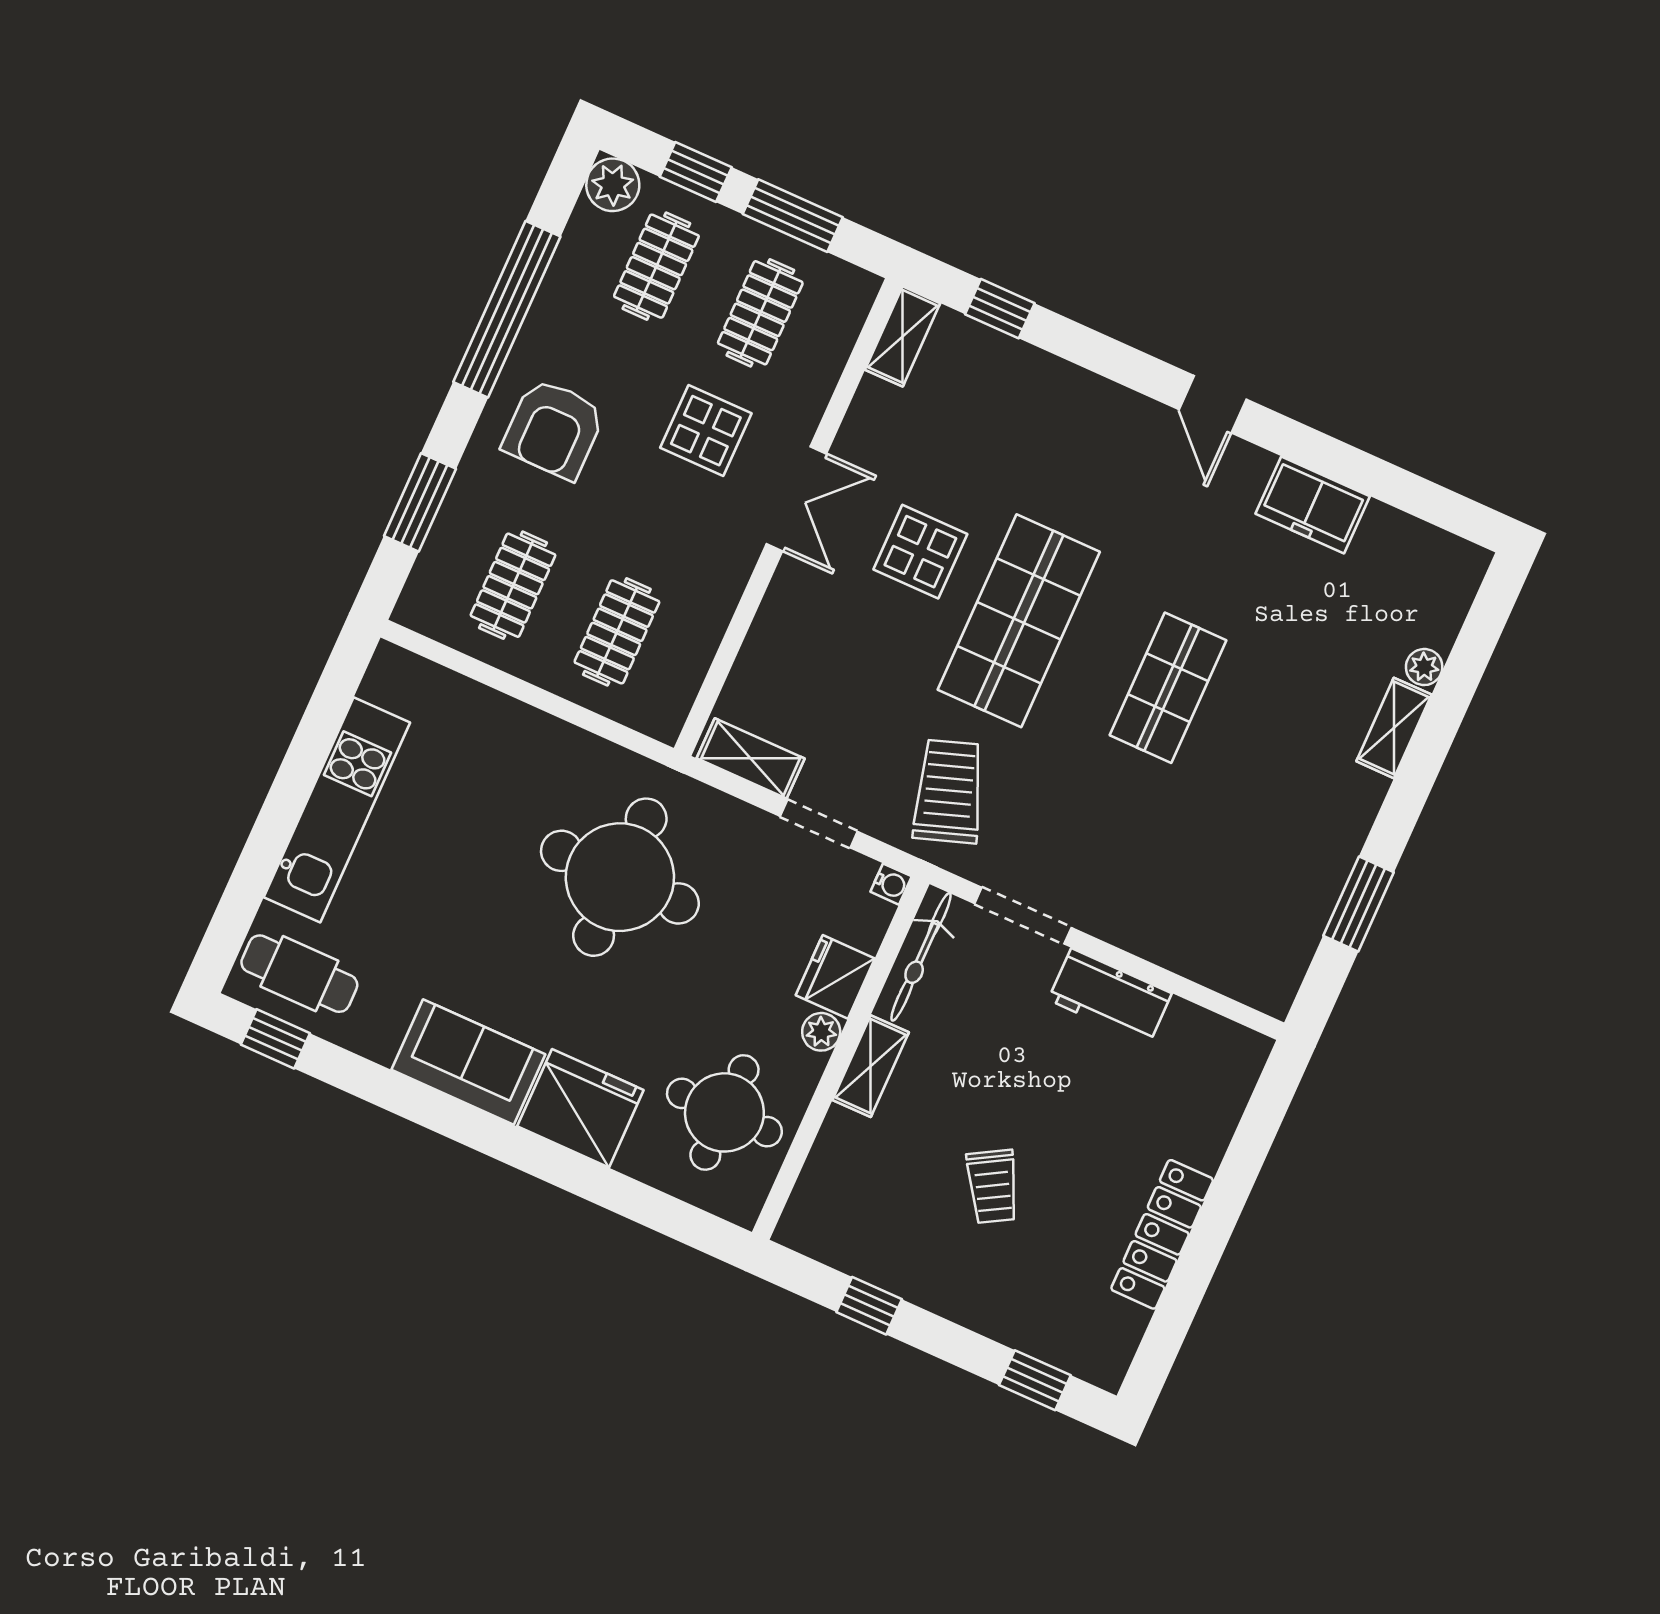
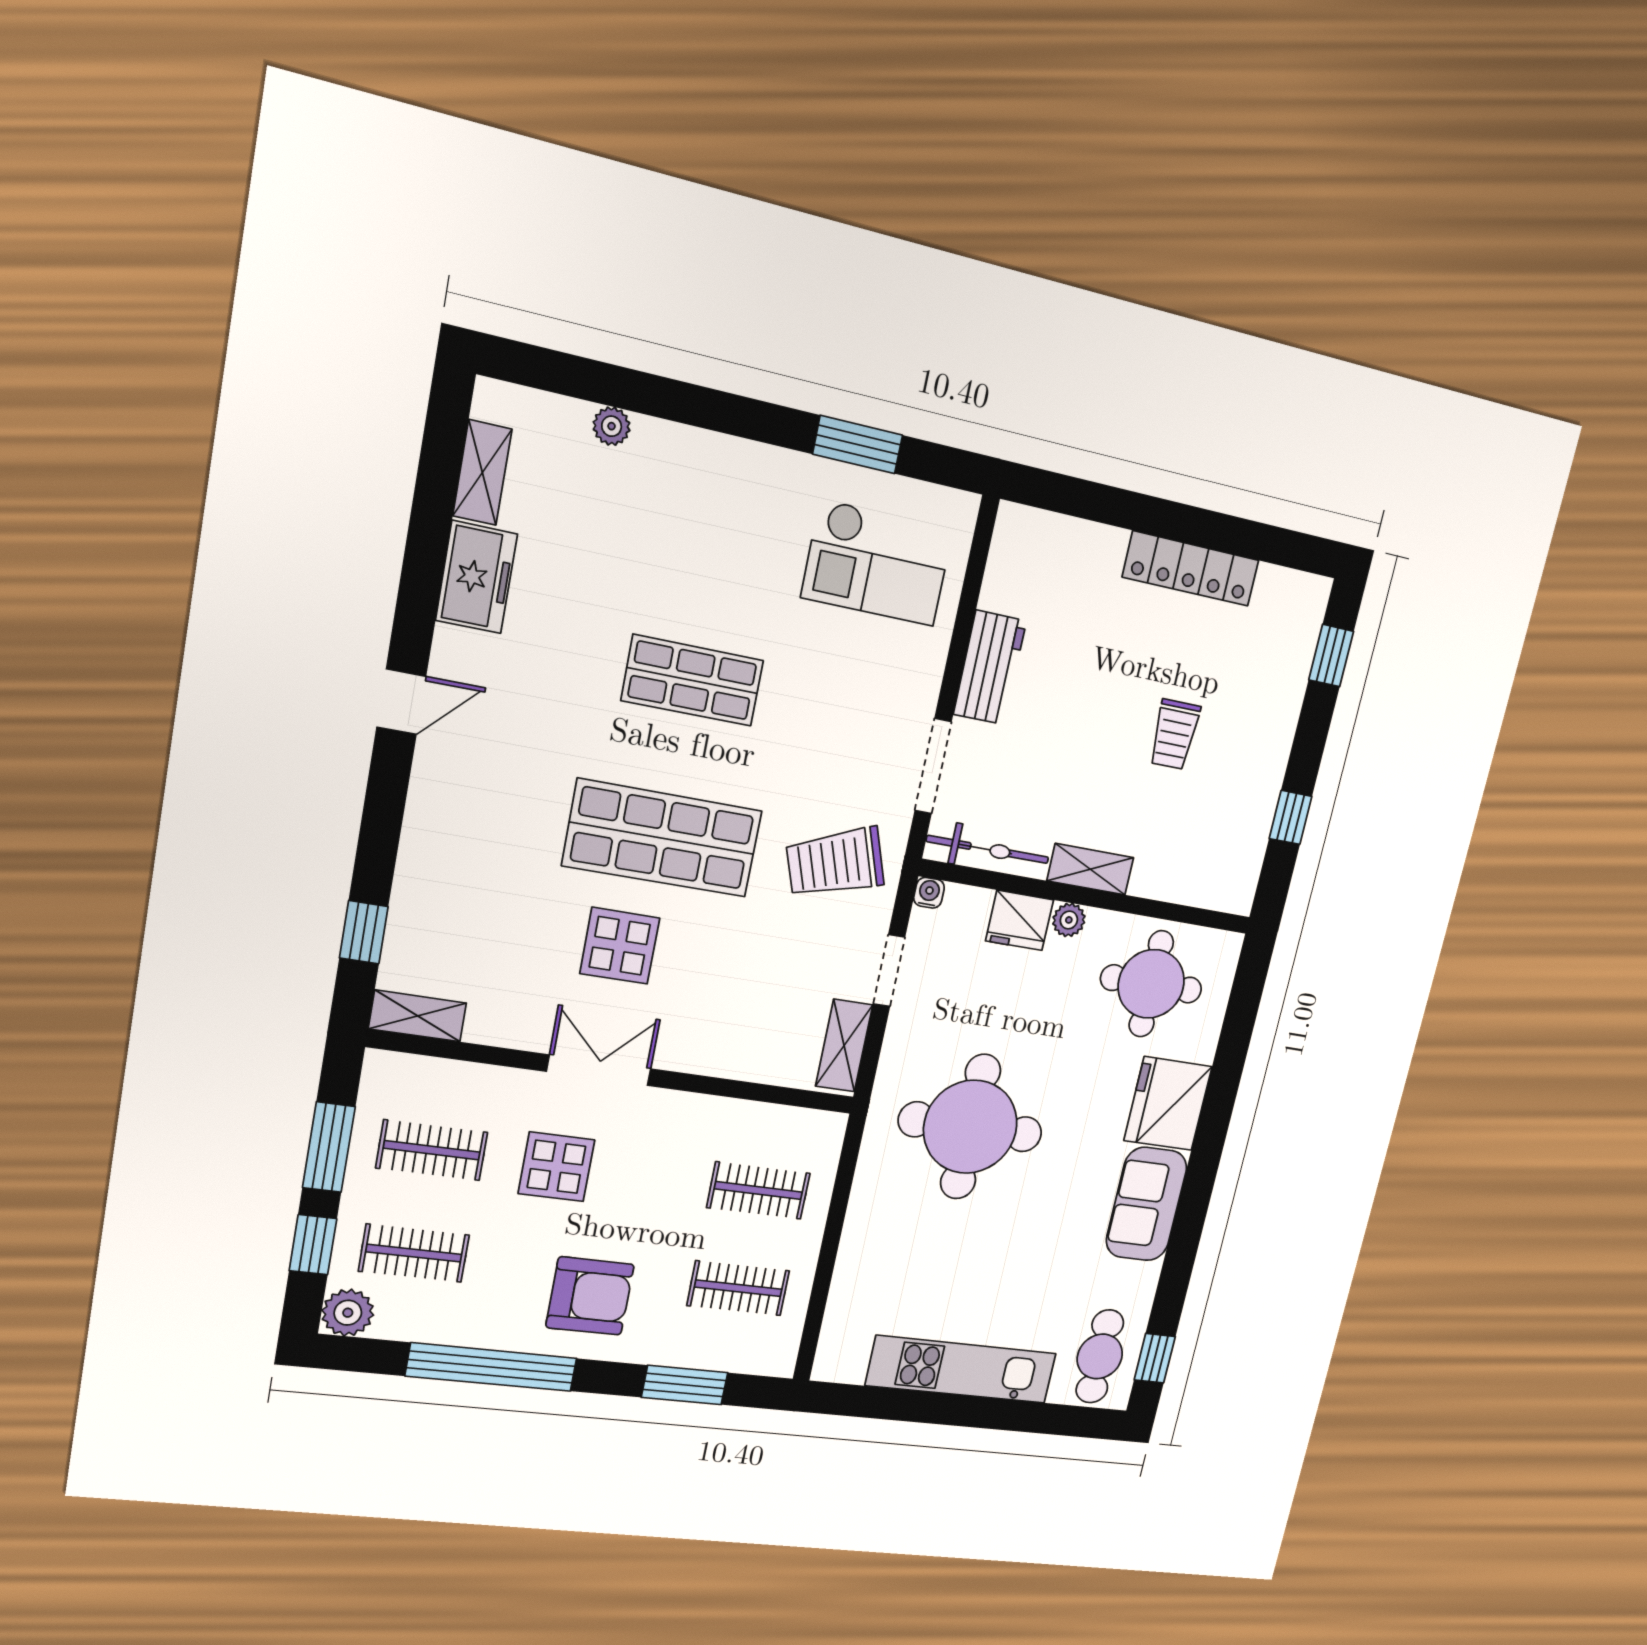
shelving: (1394, 728) -> (482, 473), moved, turned 90
checkout: (1241, 900) -> (877, 563), added
trolley: (993, 1186) -> (1174, 734), turned 120

